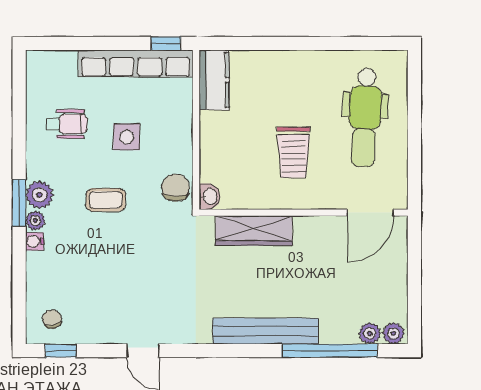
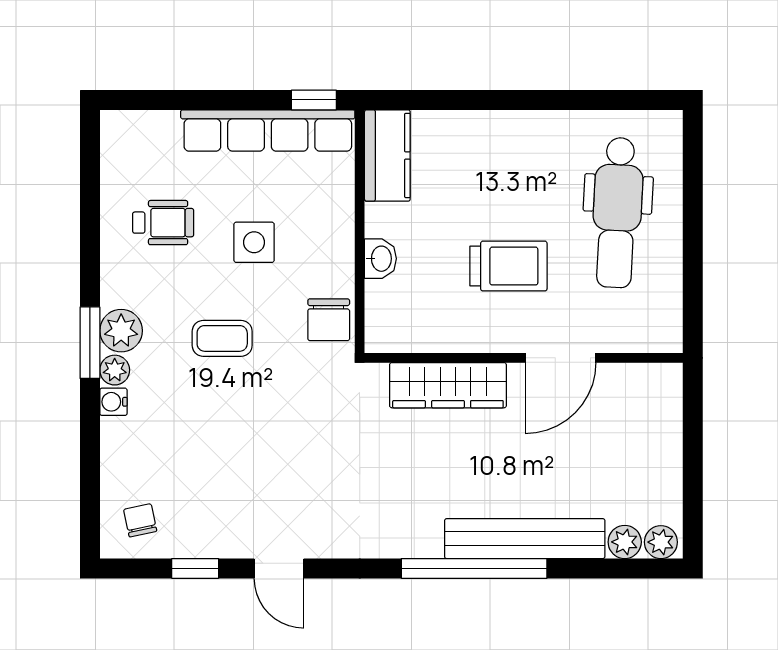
trolley: (293, 152) -> (508, 266), turned -90
chair: (176, 188) -> (329, 320), turned 180
washbasin: (210, 197) -> (380, 259), moved
door: (370, 213) -> (560, 358), moved
bench: (266, 331) -> (525, 539), moved
window: (61, 351) -> (195, 568), moved
window: (330, 351) -> (474, 568), moved

